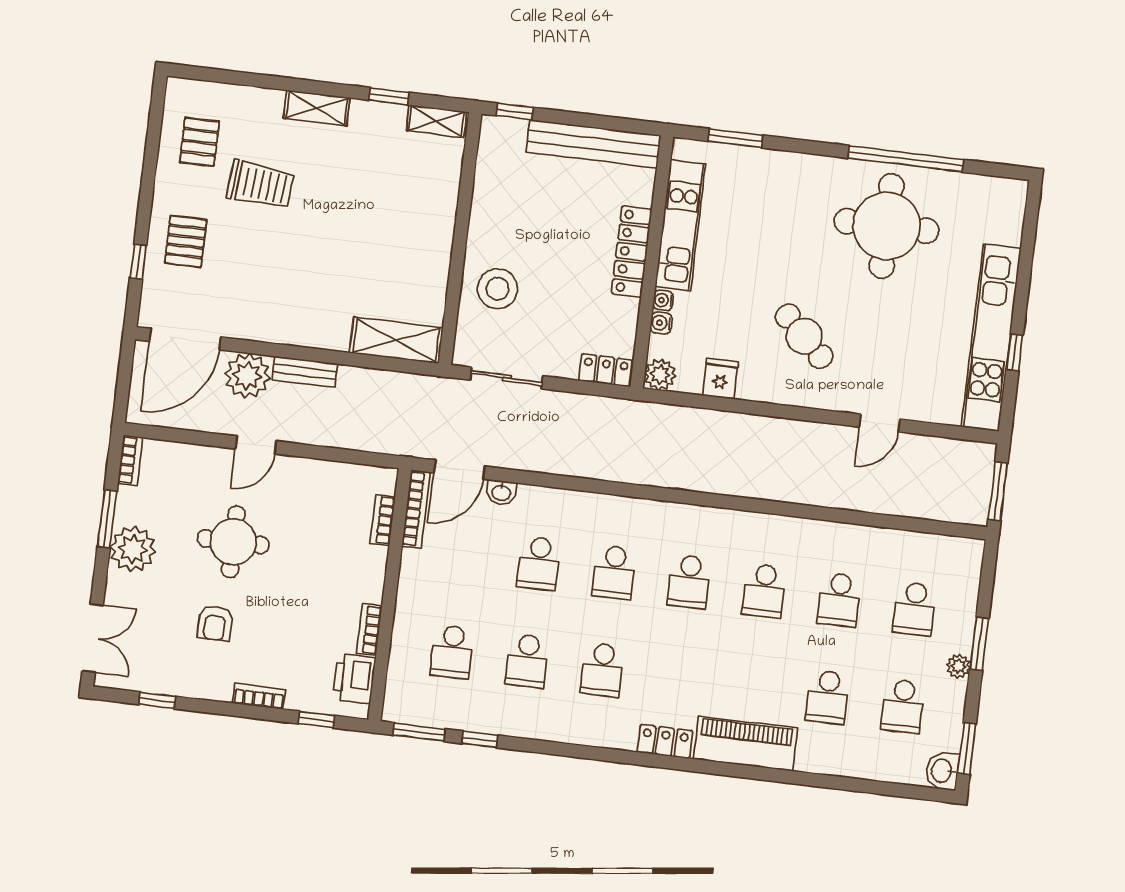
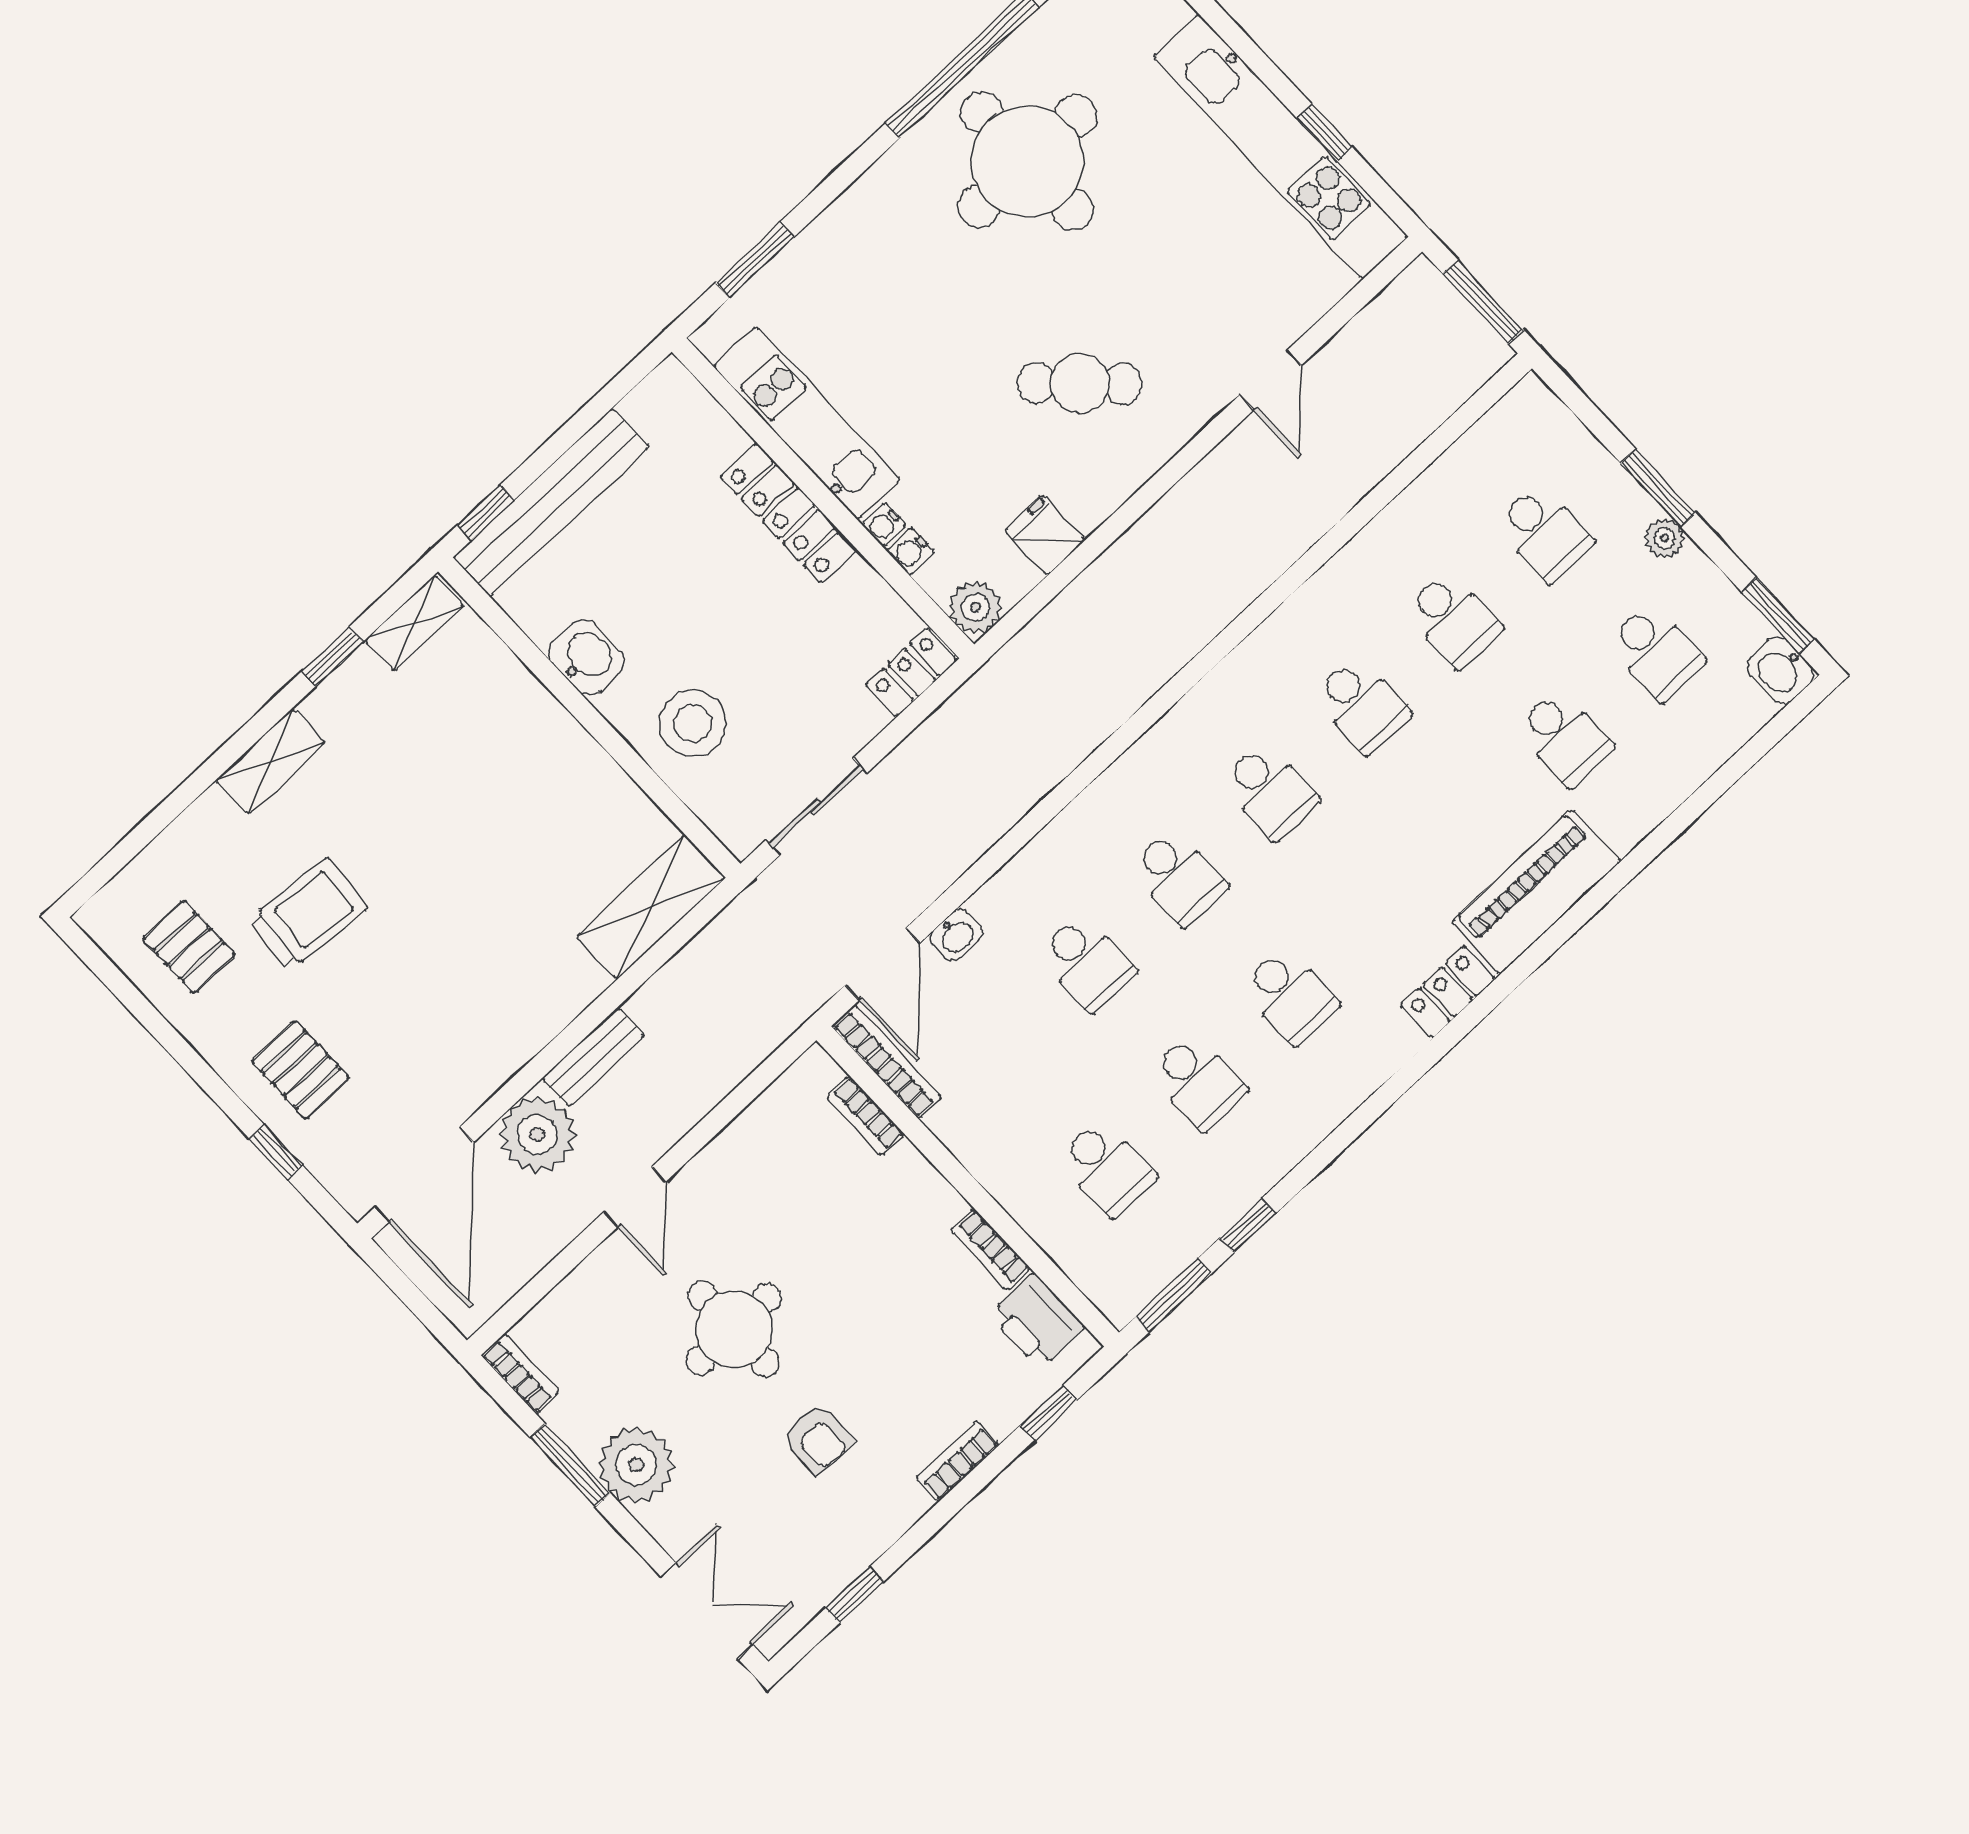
bench: (594, 144) -> (551, 502), moved
washbasin: (487, 214) -> (587, 657), added

